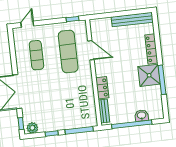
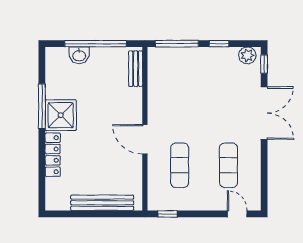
bench: (132, 20) -> (102, 203), moved
door: (27, 24) -> (237, 214), swing flipped
door: (91, 50) -> (145, 139), moved
exercise mat: (68, 52) -> (180, 165), width x0.73, depth x0.69
locker: (102, 88) -> (134, 104), removed

